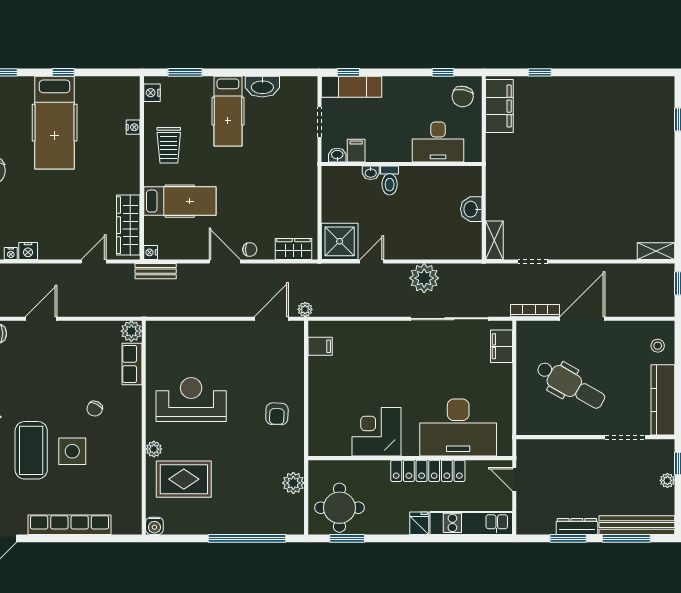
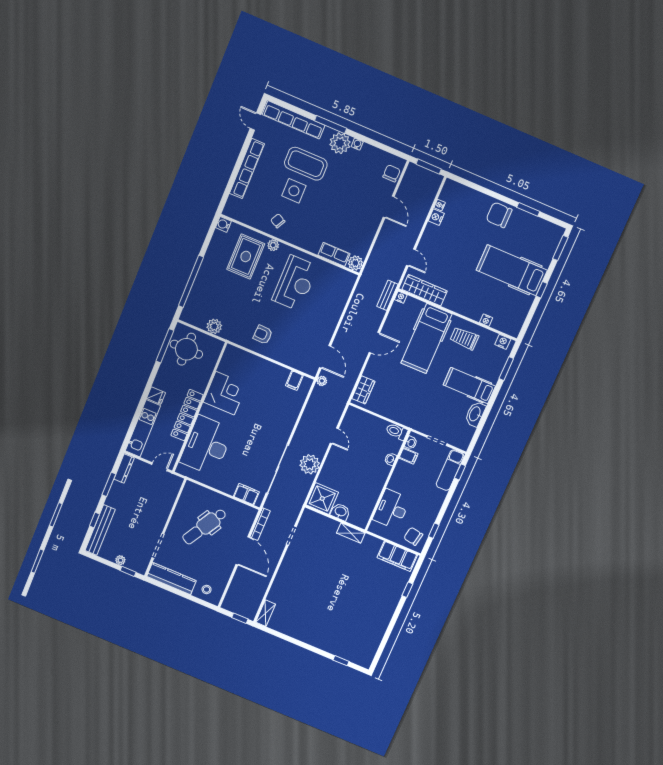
toilet: (390, 181) -> (397, 432), moved
hospital bed: (180, 201) -> (426, 339), width x1.37, depth x1.29
shelving: (494, 240) -> (351, 533), moved
shower: (340, 241) -> (322, 499), moved
chair: (250, 249) -> (375, 362), removed
chair: (95, 409) -> (278, 221), moved
dresser: (577, 526) -> (124, 469), moved
window: (347, 538) -> (165, 346), width x1.44
window: (626, 538) -> (94, 520), width x0.46

